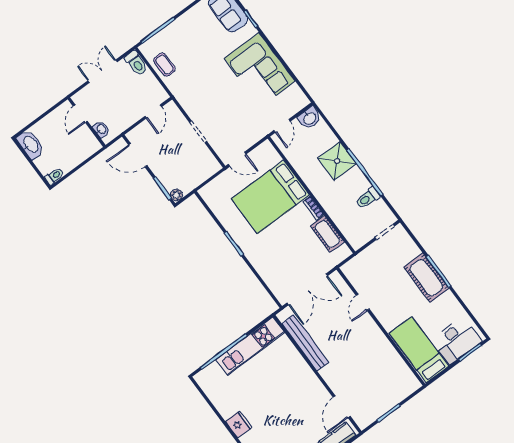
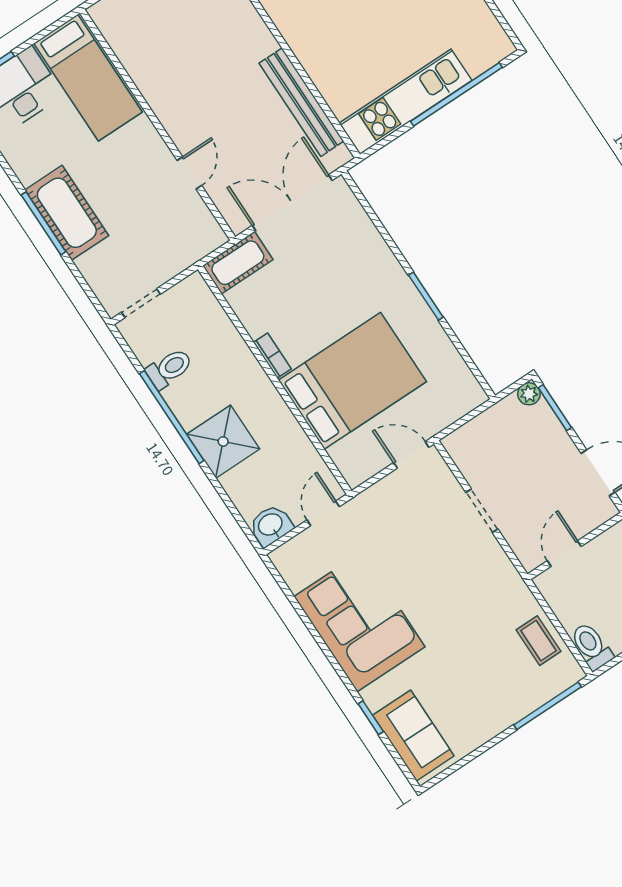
cot: (327, 234) -> (238, 263), moved, turned 90

